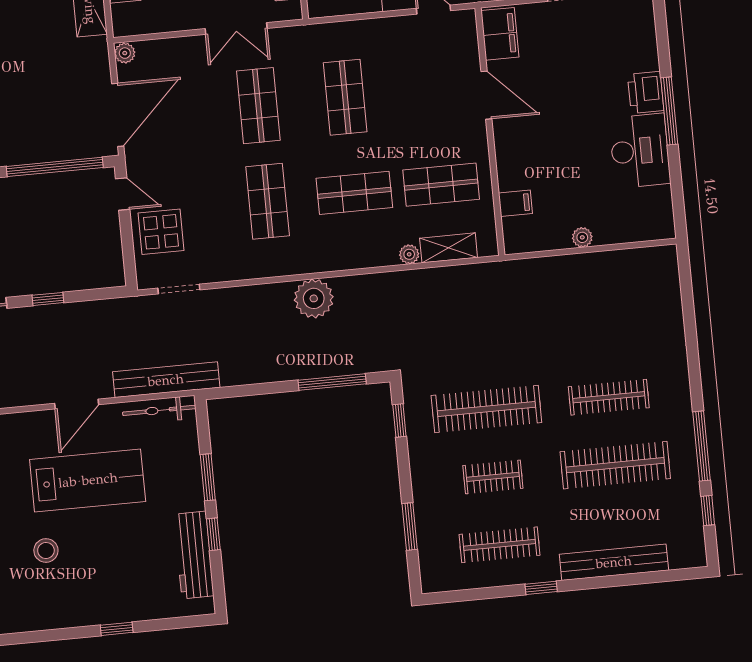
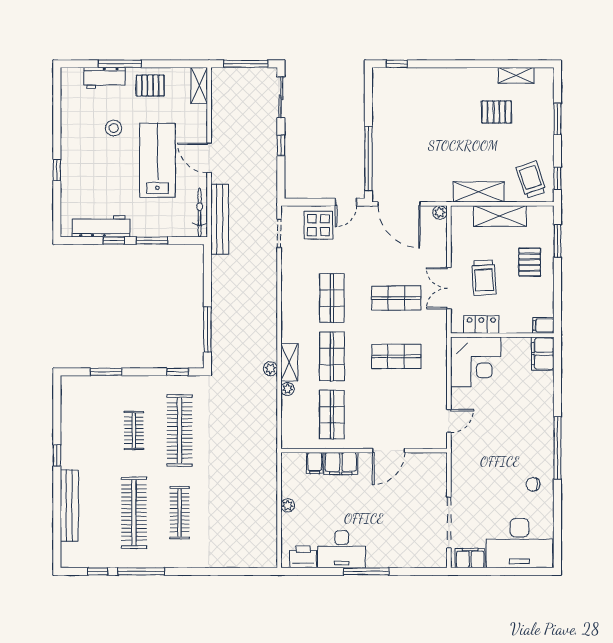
filing cabinet: (500, 34) -> (341, 463), moved
printer: (646, 92) -> (303, 557), moved
shop shelf: (268, 201) -> (332, 298), turned 90
shelving: (449, 248) -> (289, 362), moved
plant: (314, 298) -> (270, 369), moved, width x0.53, depth x0.53
lab bench: (88, 480) -> (157, 160), turned 180
clothes rail: (500, 545) -> (88, 430), removed

